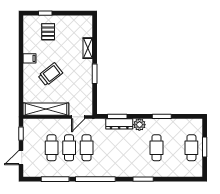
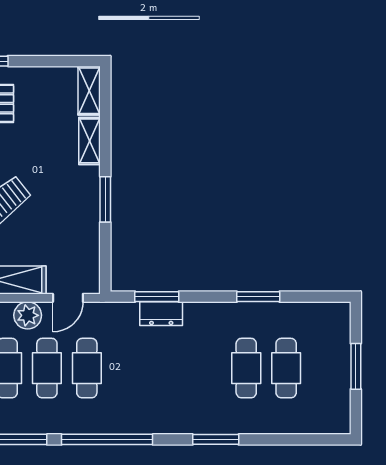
shelving: (88, 26) -> (89, 91), added
dresser: (119, 124) -> (161, 314), width x0.70
plant: (139, 125) -> (28, 315), moved
cafe table: (191, 148) -> (286, 368), moved

